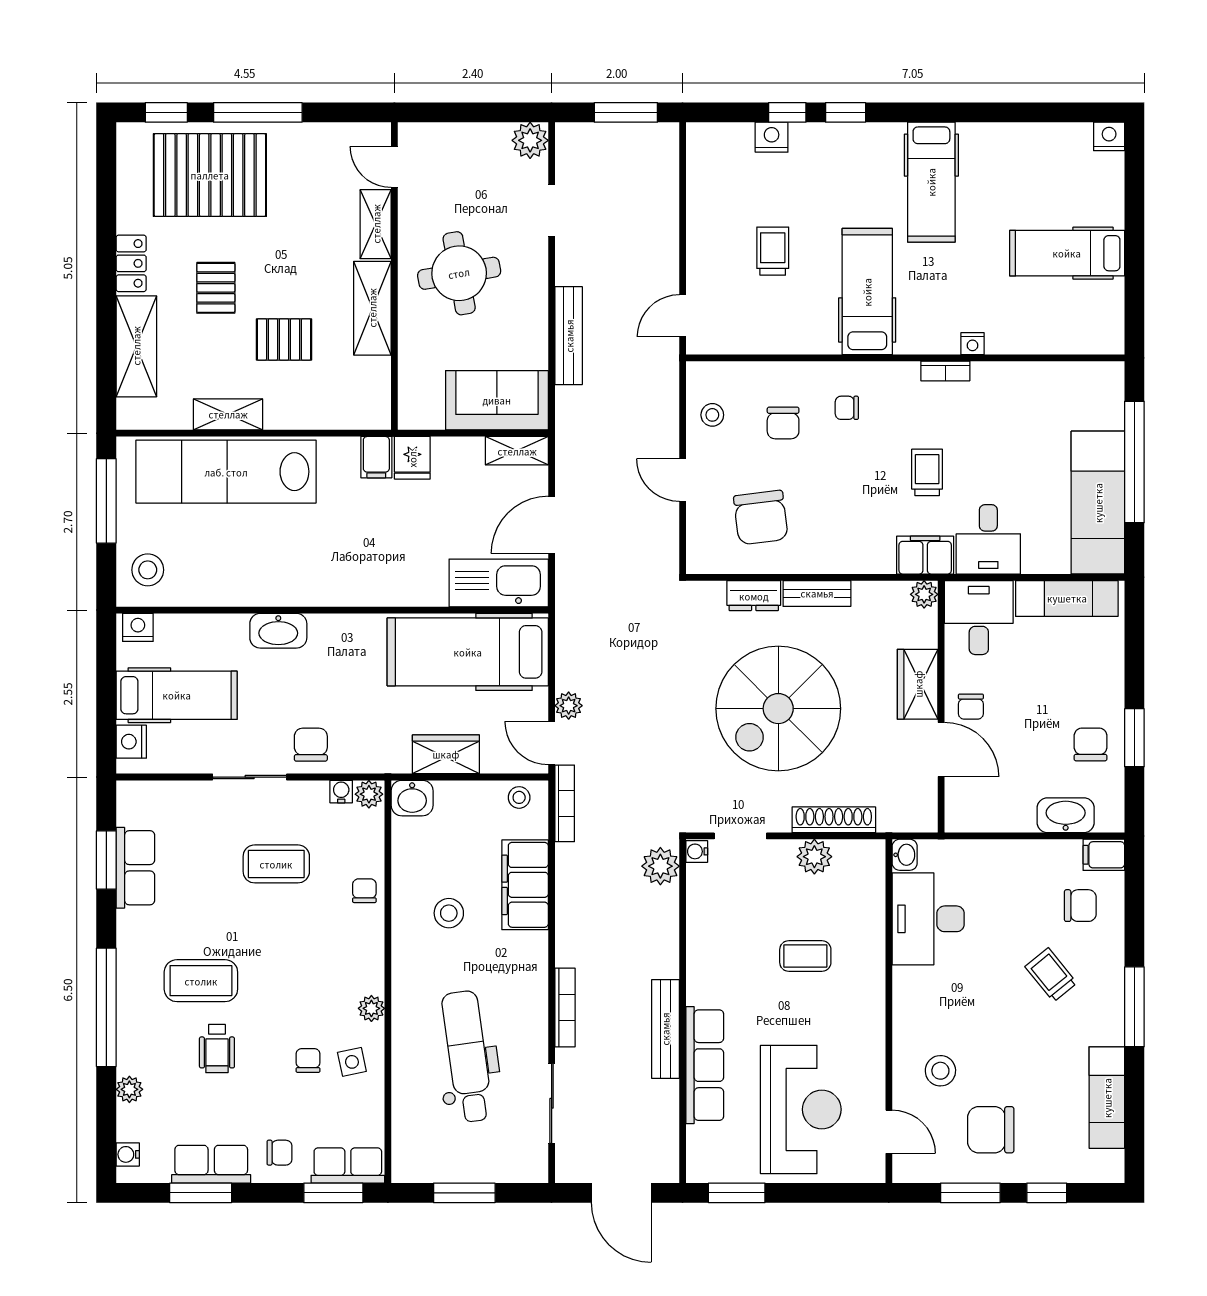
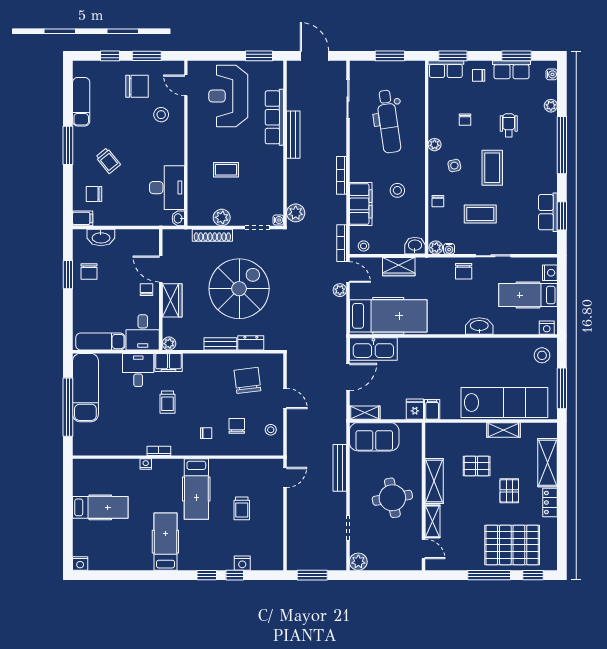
coffee table: (201, 981) -> (492, 168), moved, turned 90
bookcase: (565, 1007) -> (342, 175), moved
side table: (352, 1062) -> (454, 166), moved

